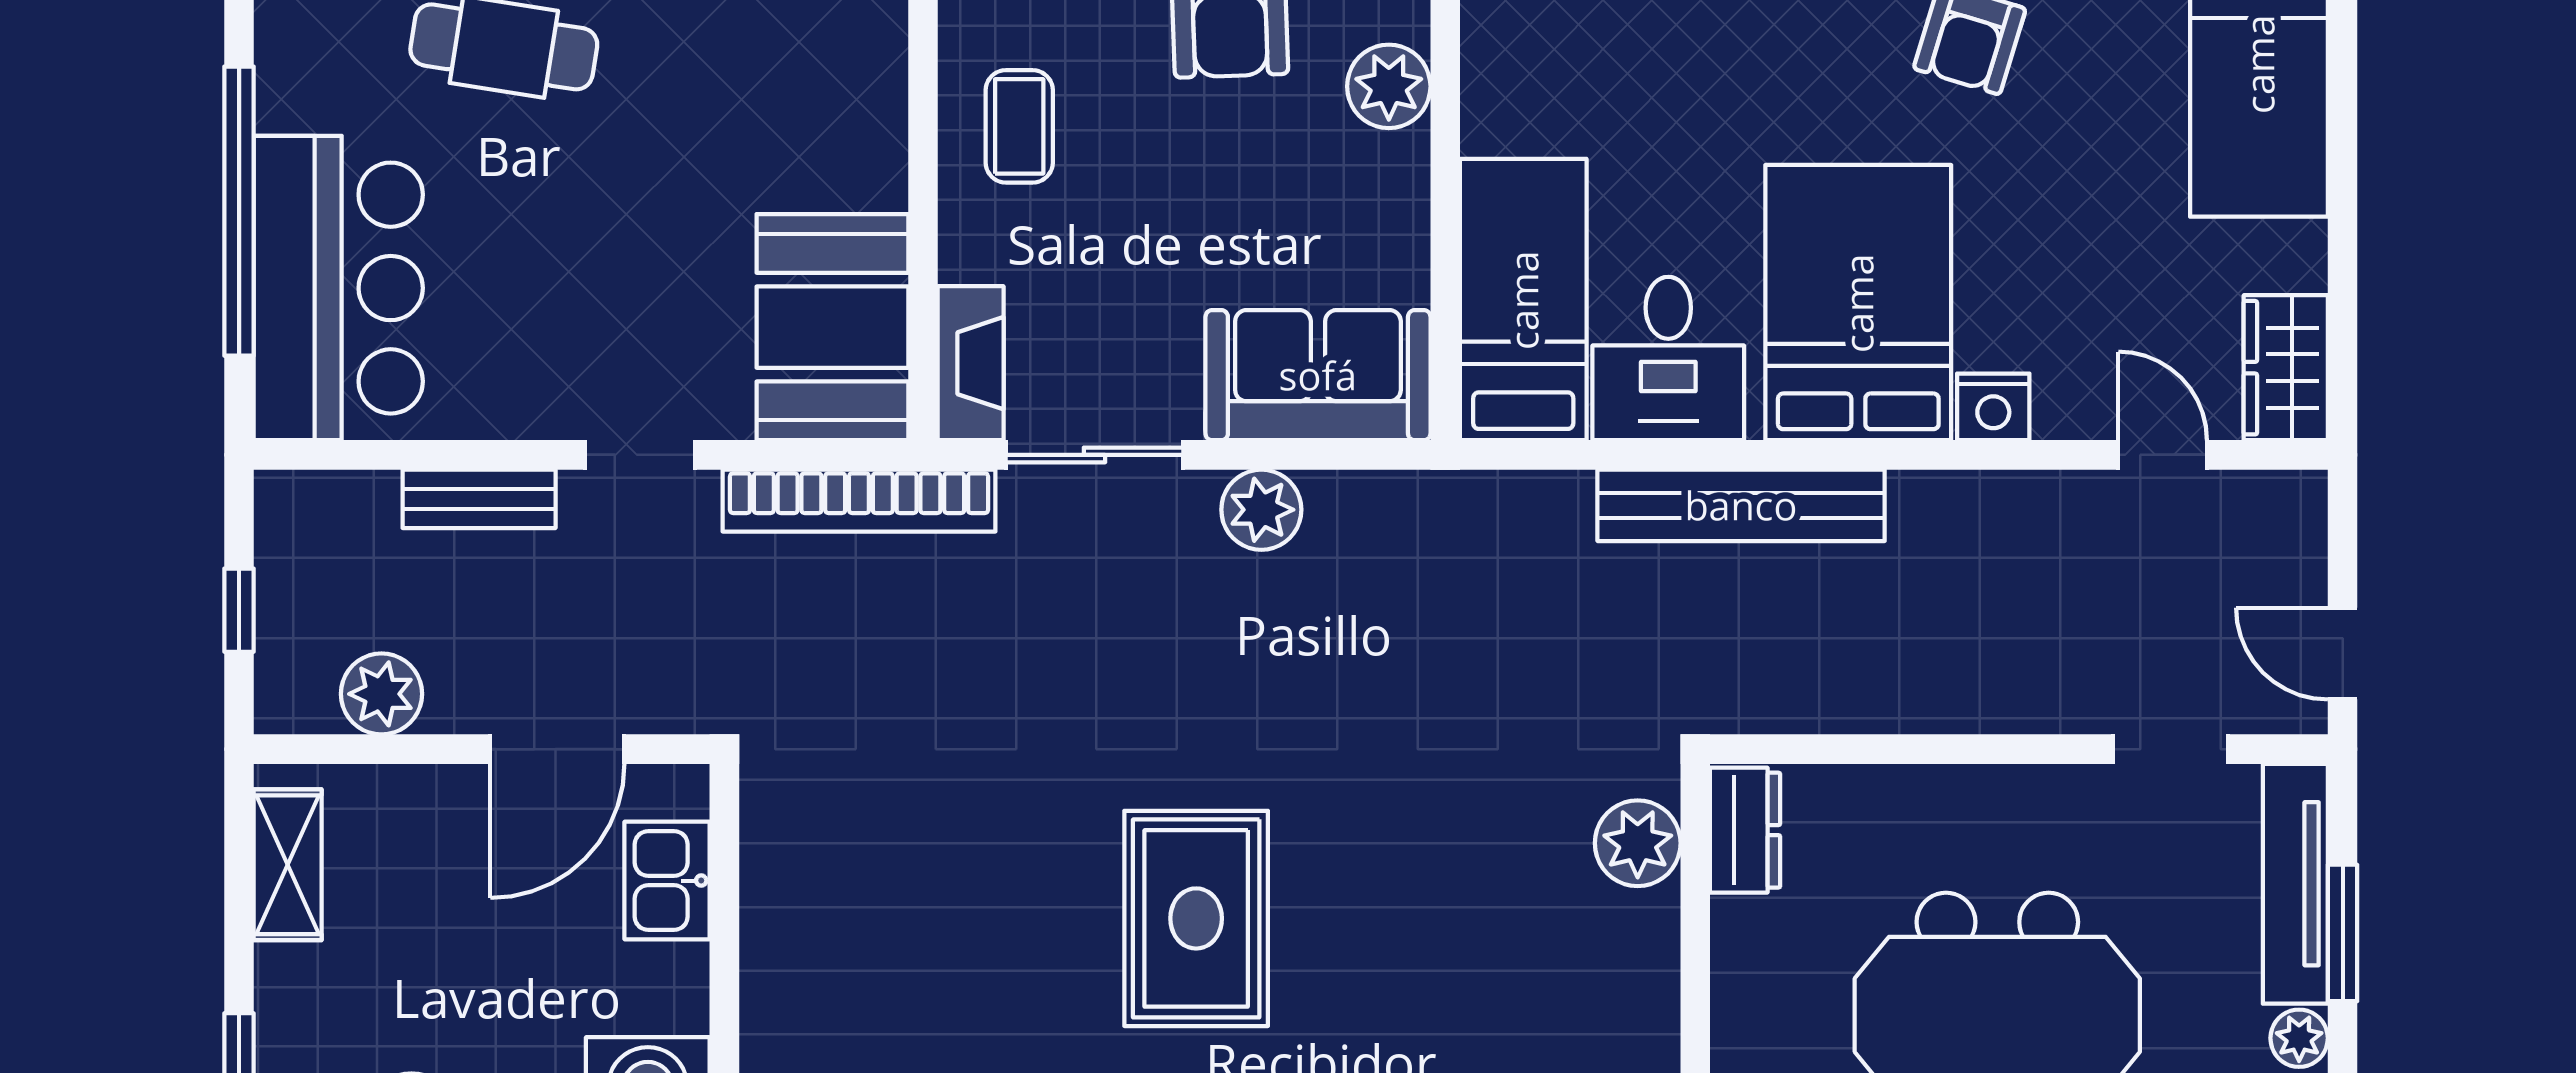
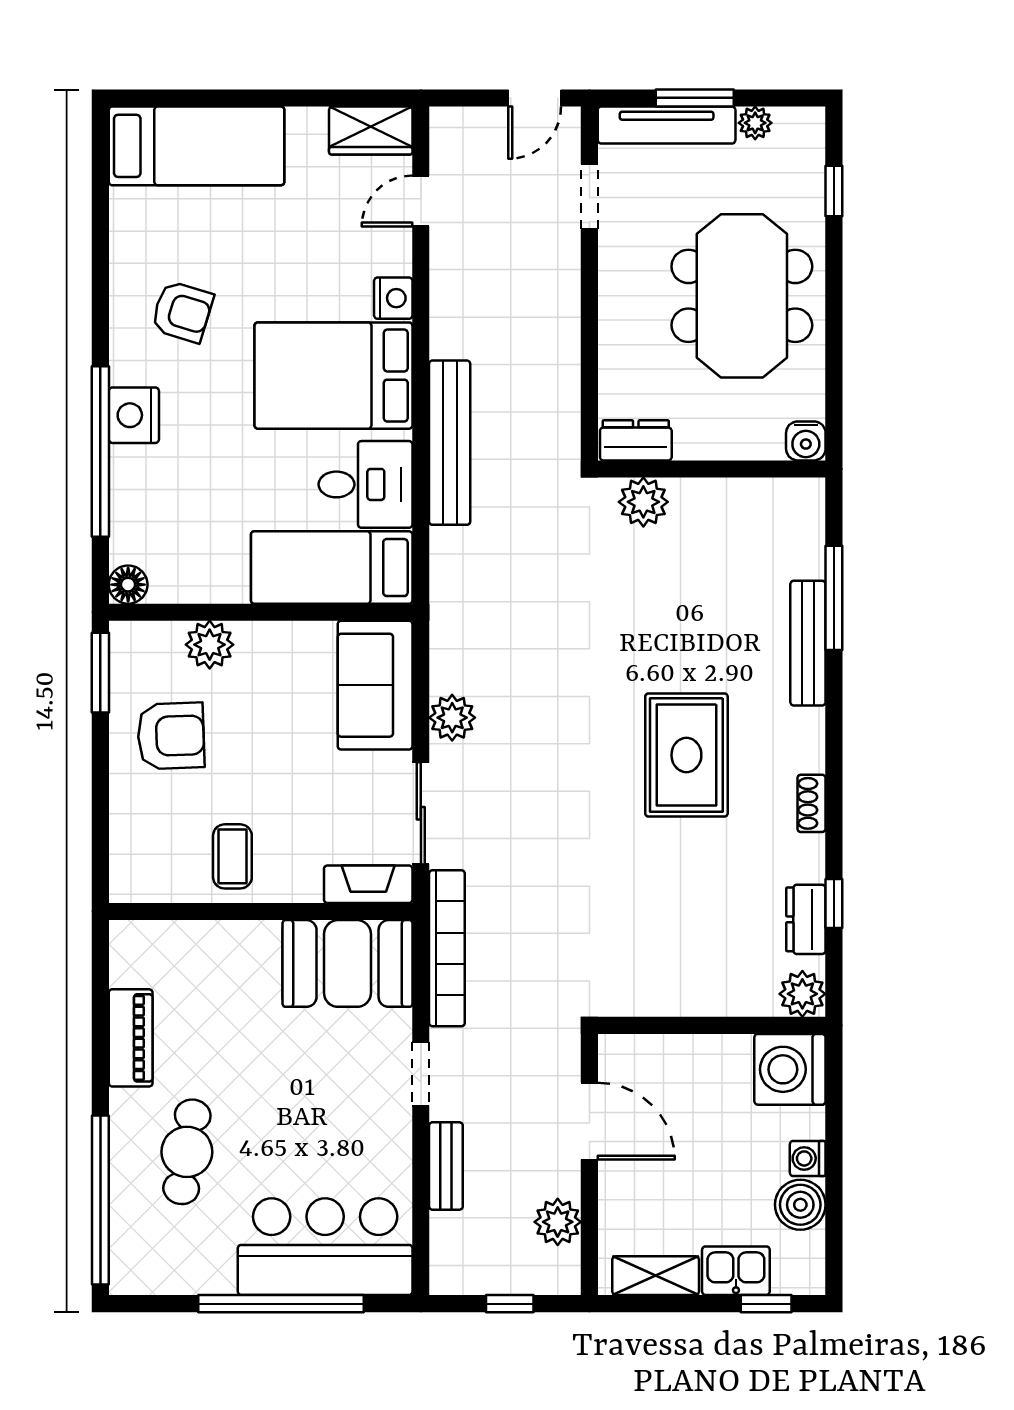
coffee table: (1019, 126) -> (232, 856), turned 90
kitchen sink: (667, 881) -> (736, 1271), moved, turned 180
rug: (1196, 918) -> (686, 755), turned 90

